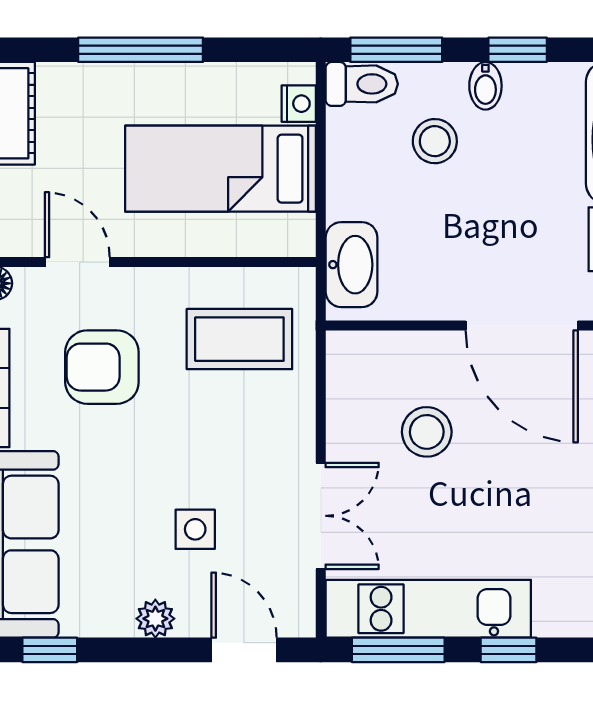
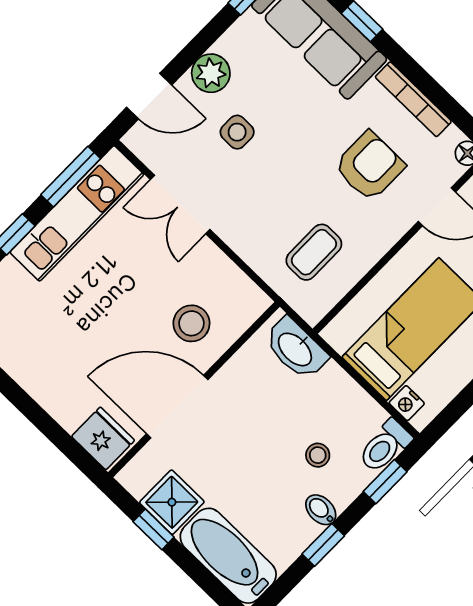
window: (396, 50) -> (385, 482), width x0.67
stool: (435, 141) -> (318, 455), width x0.73, depth x0.73
coffee table: (239, 339) -> (314, 252), width x0.73, depth x0.77
stool: (427, 432) -> (191, 323), moved
plant: (155, 619) -> (211, 73), width x1.38, depth x1.38

